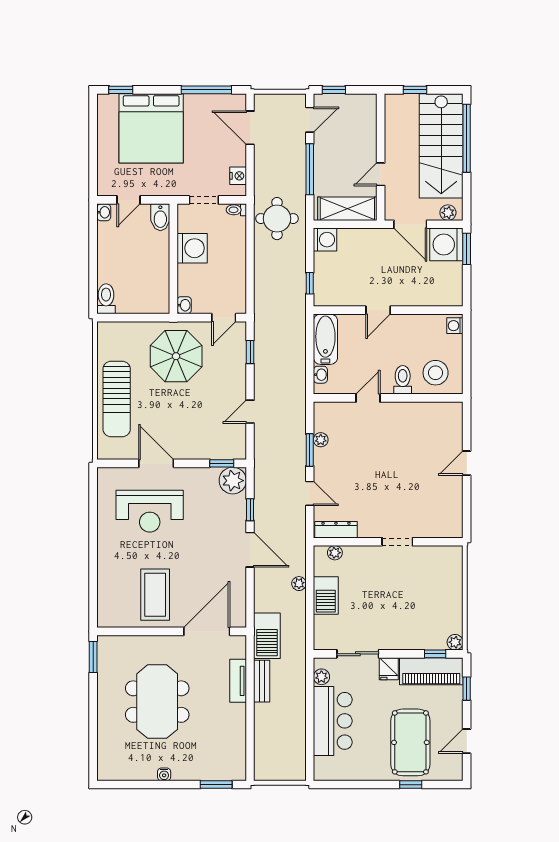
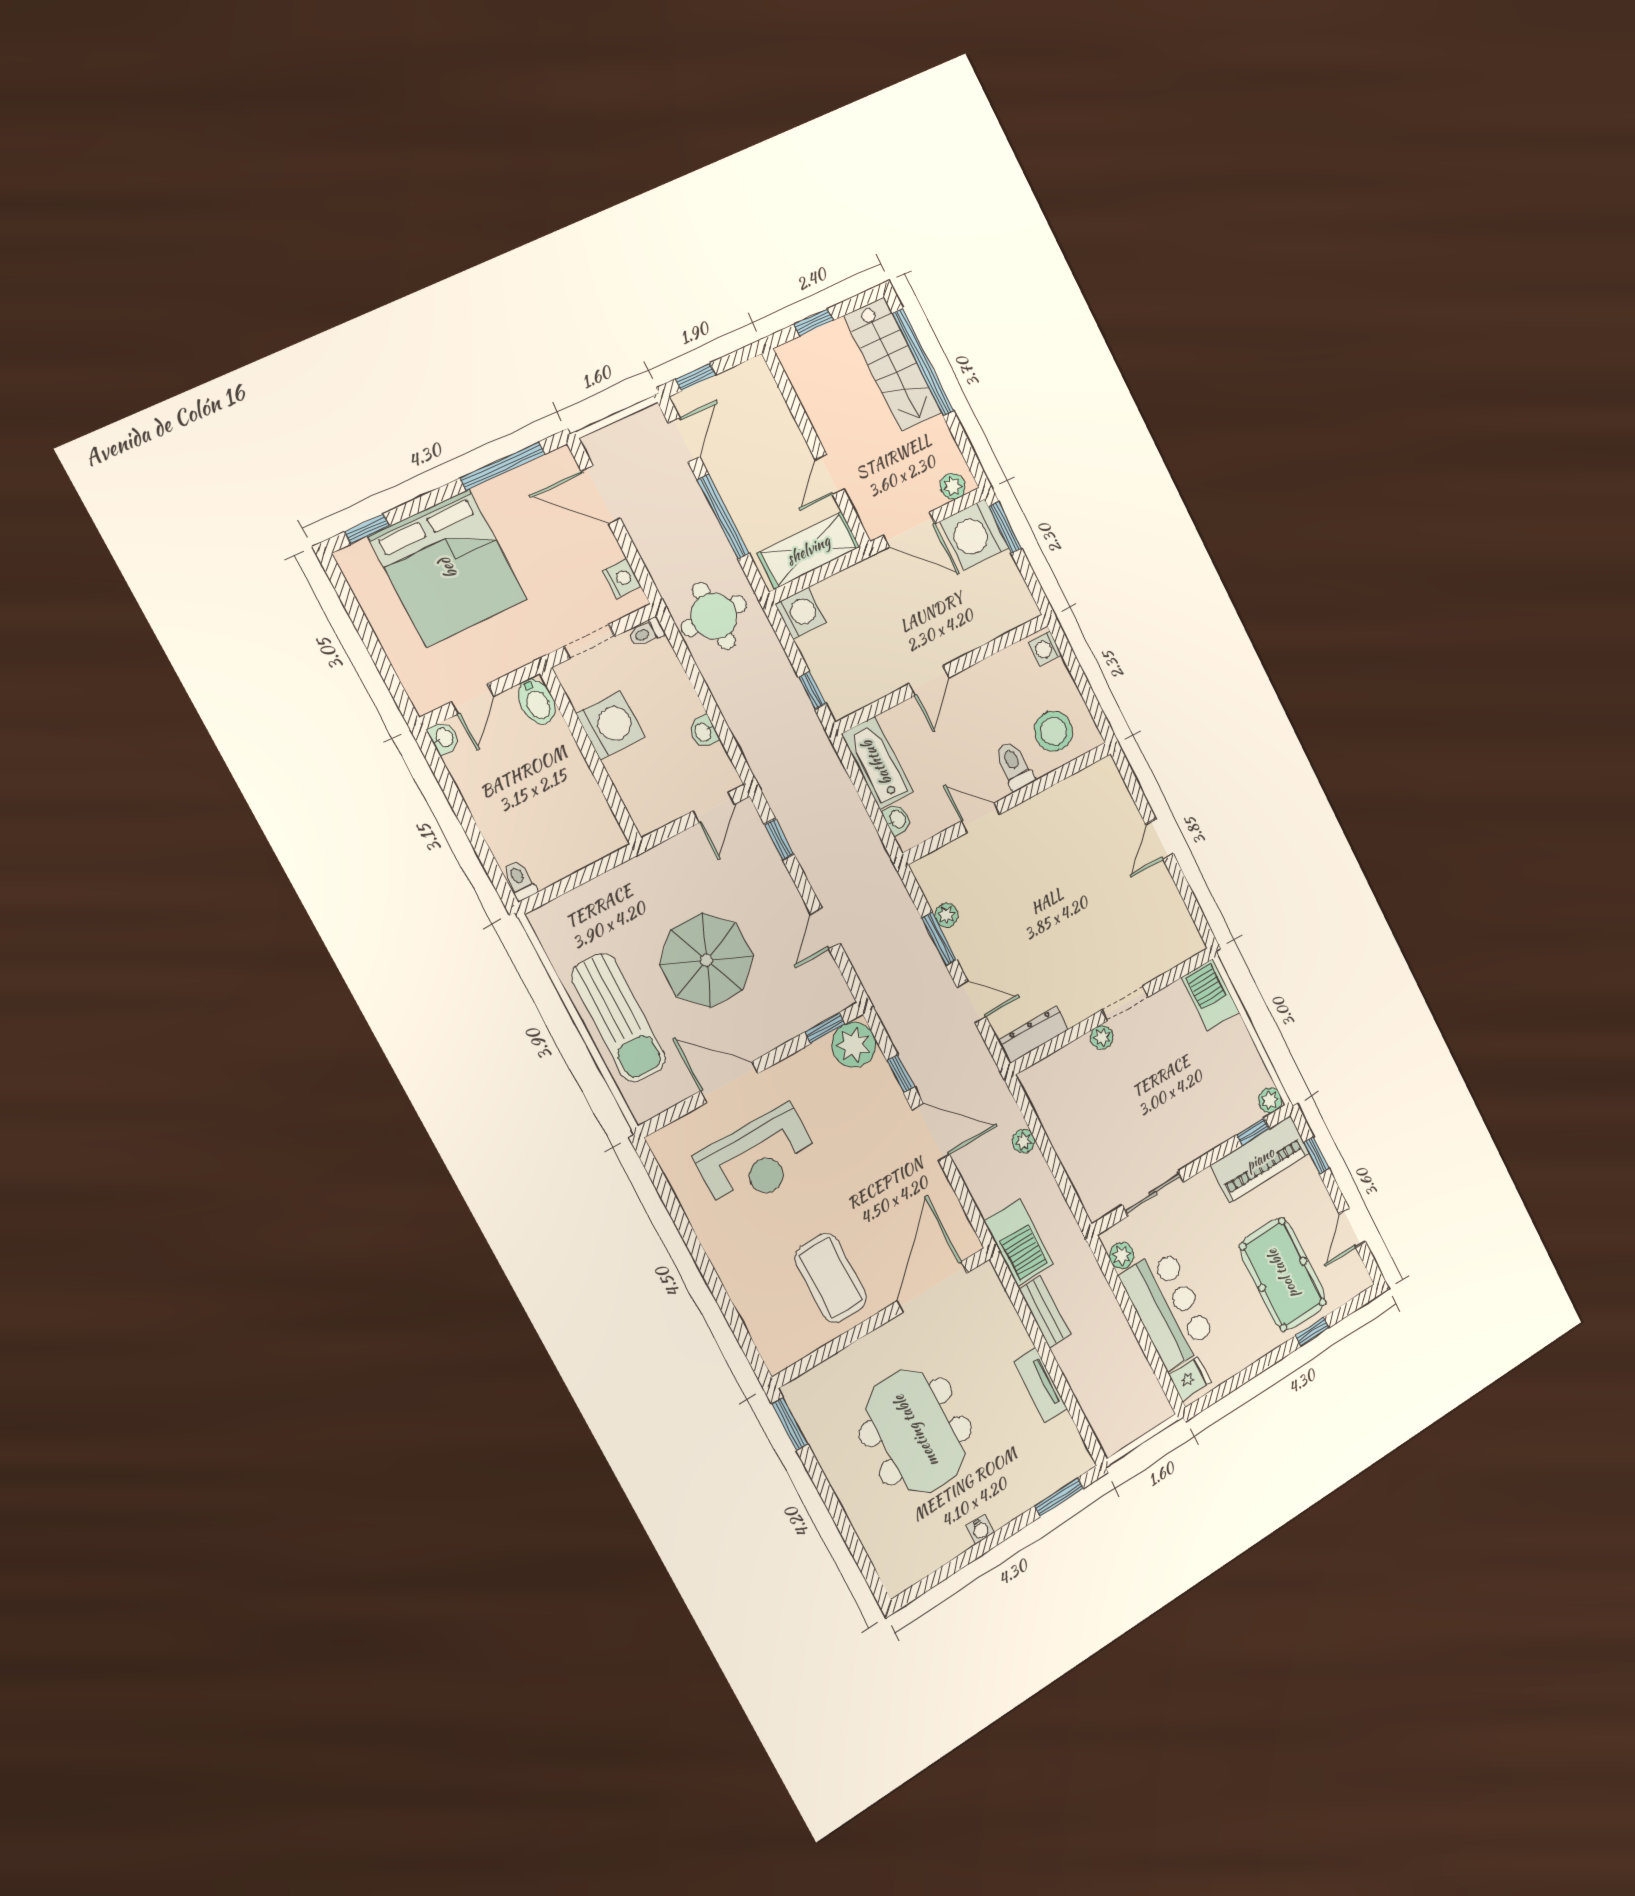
stairs: (441, 146) -> (893, 364), width x0.73, depth x0.66
toilet: (106, 299) -> (520, 880), width x0.73, depth x0.72
washbasin: (184, 305) -> (703, 732), moved, turned 180
parasol: (176, 356) -> (707, 960), moved
door: (368, 398) -> (981, 818), hinge flipped
plant: (335, 553) -> (1102, 1037), moved
barbecue: (326, 596) -> (1210, 995), moved, turned 180
fridge: (389, 669) -> (1190, 1378), moved, turned -90
tv unit: (238, 681) -> (1040, 1385), moved

